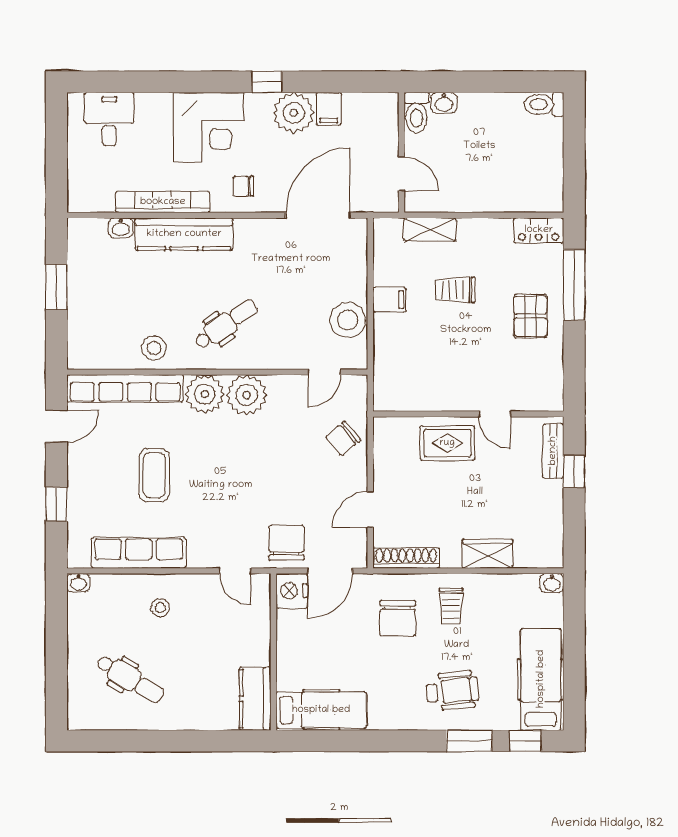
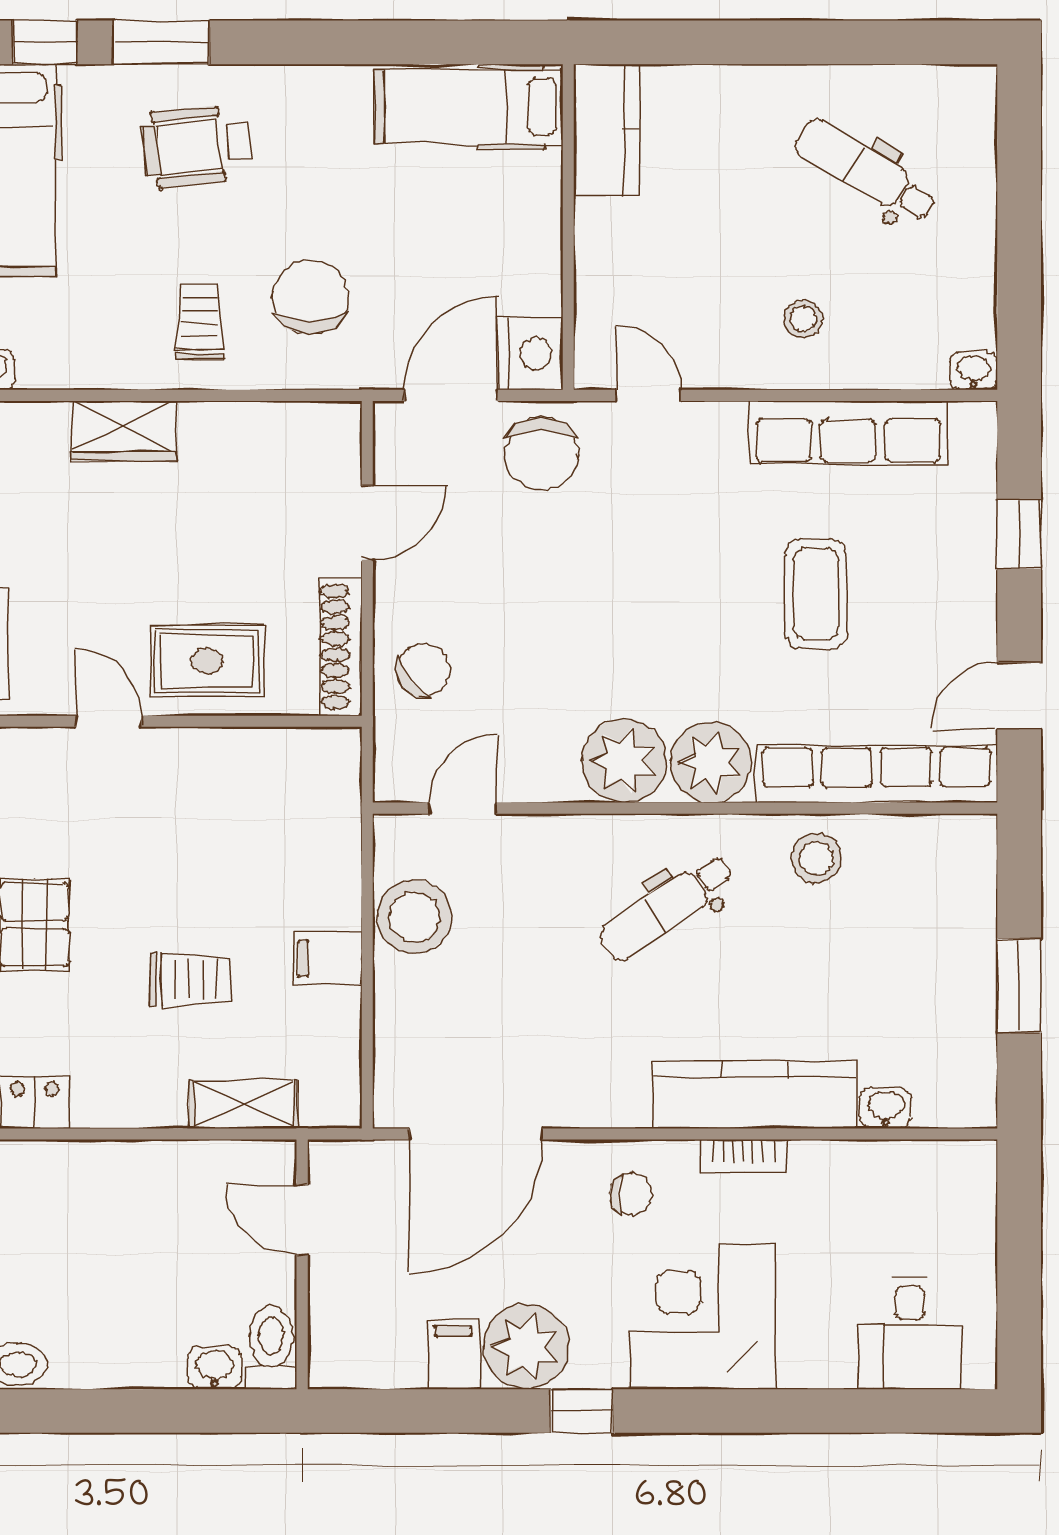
bookcase: (163, 202) -> (743, 1156), width x0.43, depth x0.76
shoe rack: (406, 558) -> (341, 647), moved, turned 90

